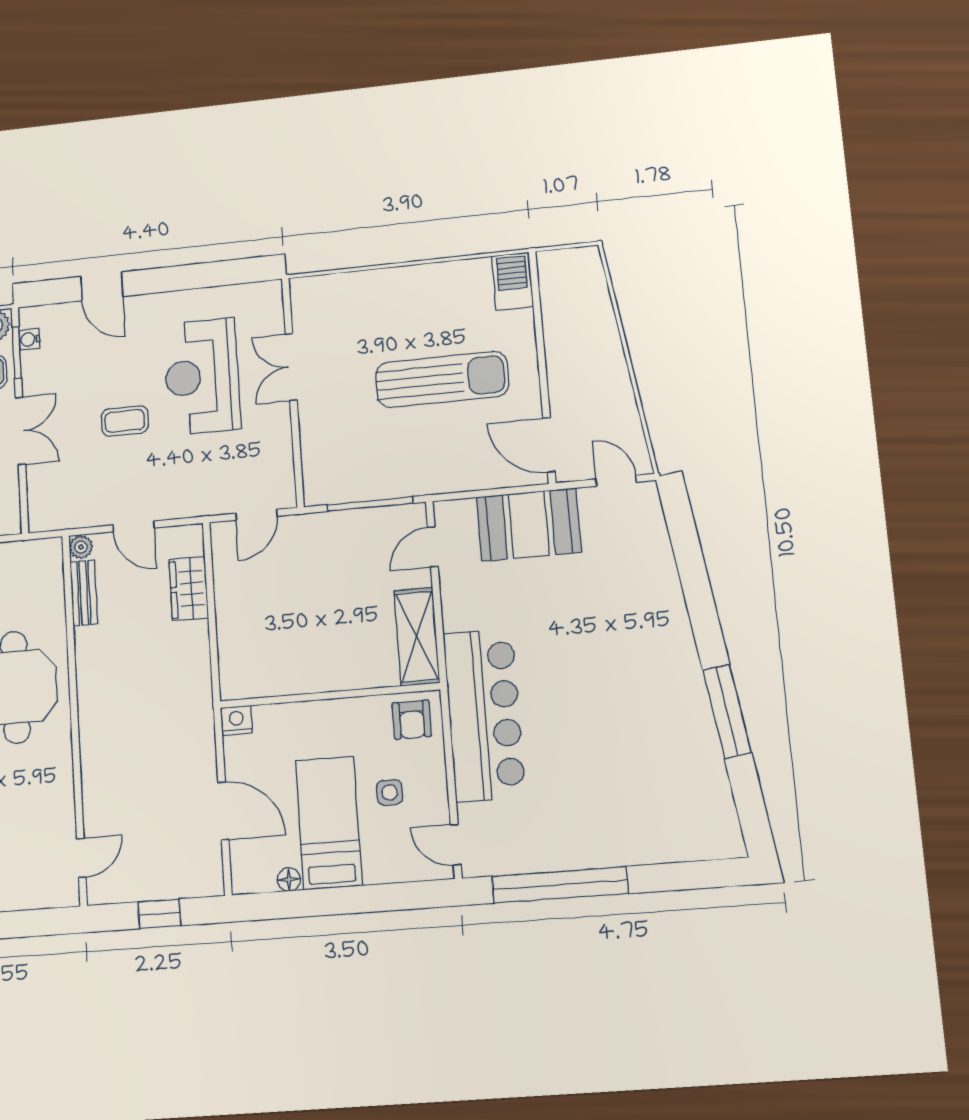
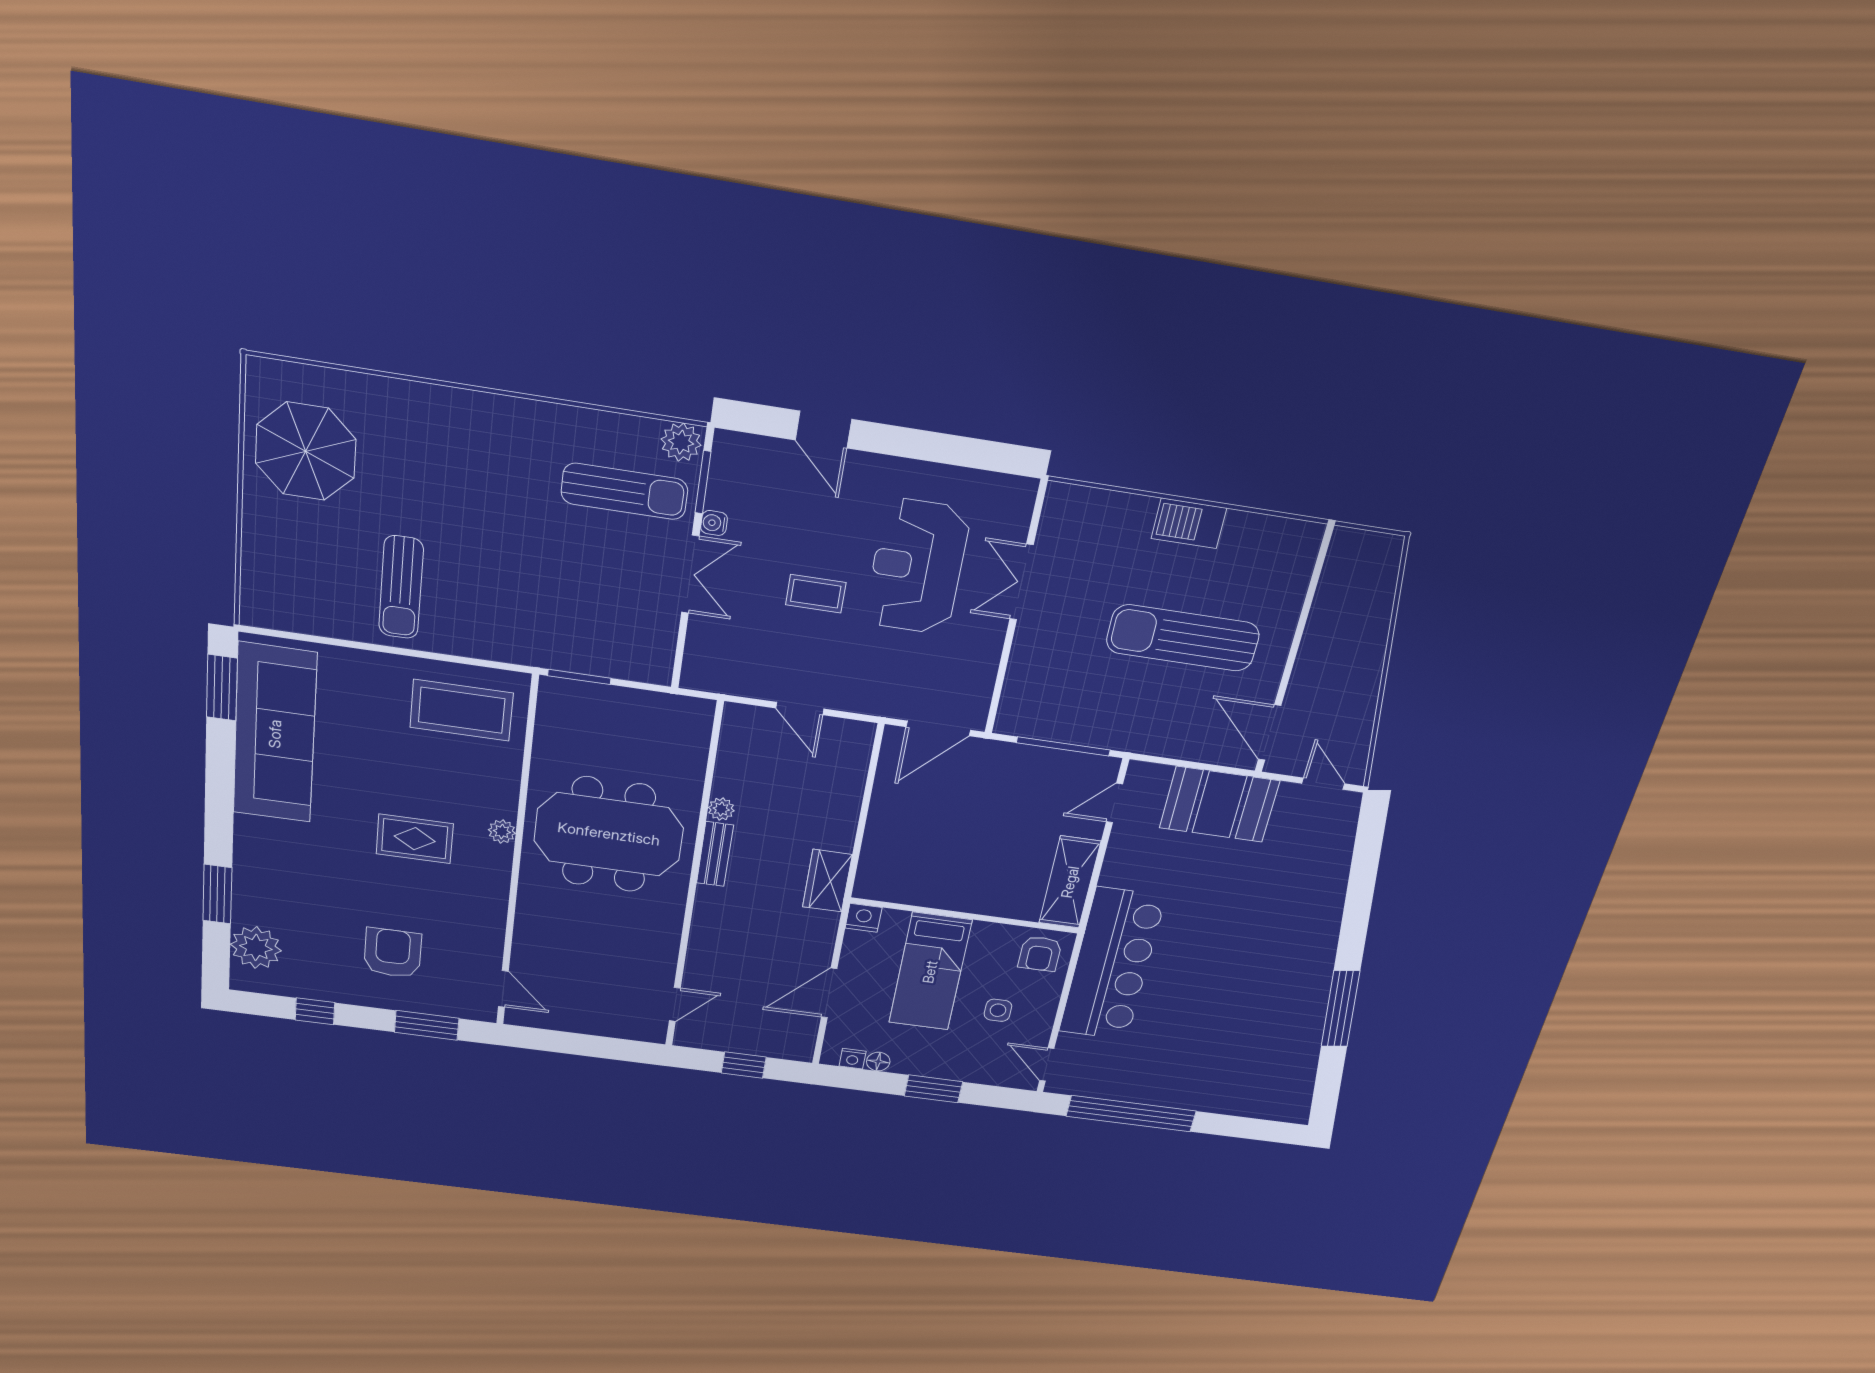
barbecue: (512, 281) -> (1189, 523), moved, turned -90
water cooler: (29, 339) -> (714, 523), moved
sun lounger: (442, 379) -> (1183, 638), turned 180
door: (256, 515) -> (938, 728), width x1.37
plant: (81, 547) -> (721, 809), moved
wardrobe: (189, 589) -> (827, 881), moved
bench: (84, 593) -> (715, 854), moved
door: (223, 811) -> (829, 993), swing flipped
bed: (329, 823) -> (930, 972), moved, turned 180
nightstand: (263, 882) -> (852, 1059), added
window: (351, 900) -> (933, 1089), added

